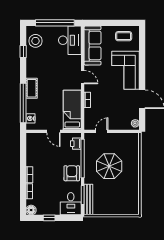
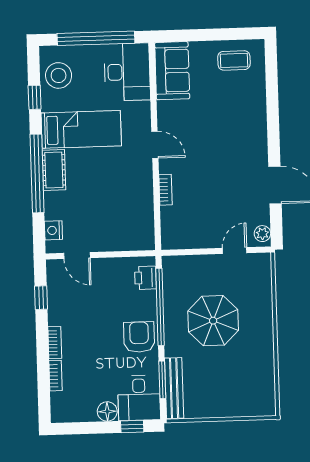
sofa: (93, 45) -> (172, 71), width x0.73
corner sofa: (126, 70) -> (240, 129), removed
window: (23, 103) -> (37, 173), moved
bed: (72, 110) -> (81, 129), moved, turned 90
door: (53, 131) -> (77, 256), moved
door: (102, 131) -> (235, 251), moved
window: (23, 152) -> (41, 298), added
floor lamp: (31, 210) -> (107, 411), moved
window: (49, 218) -> (132, 427), moved

